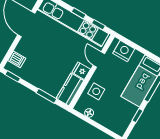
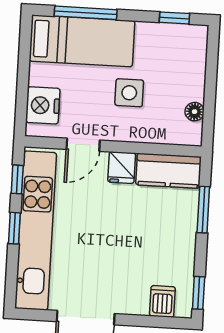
side table: (96, 91) -> (129, 93), moved
window: (137, 116) -> (174, 18), moved

